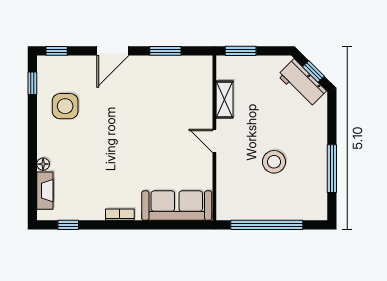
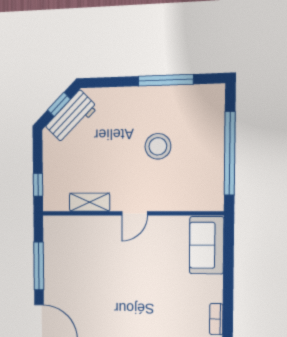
window: (165, 51) -> (39, 266), width x1.44
window: (241, 51) -> (38, 185), width x0.67
sofa: (177, 206) -> (207, 245), width x0.73

